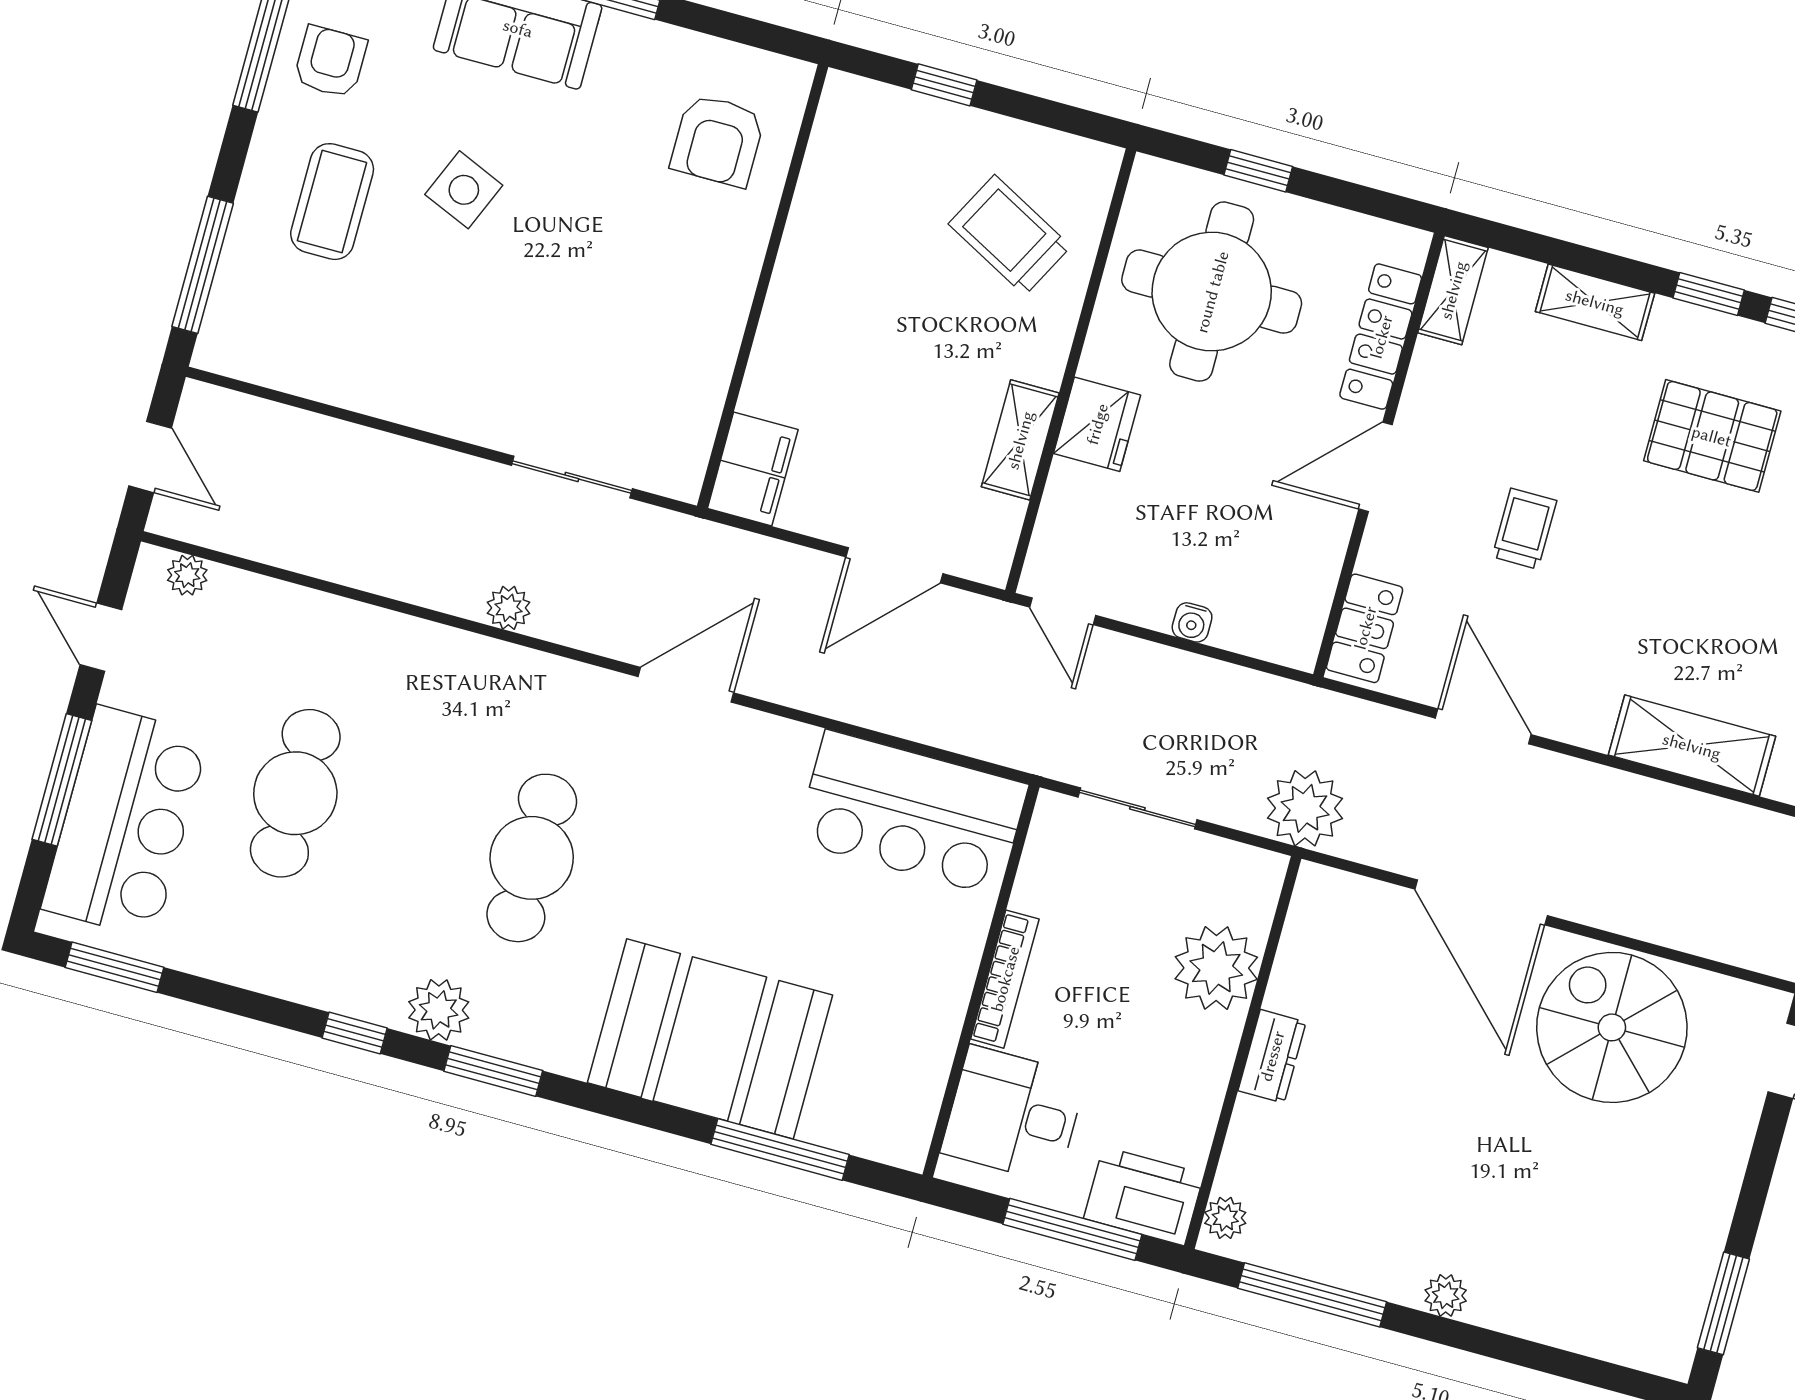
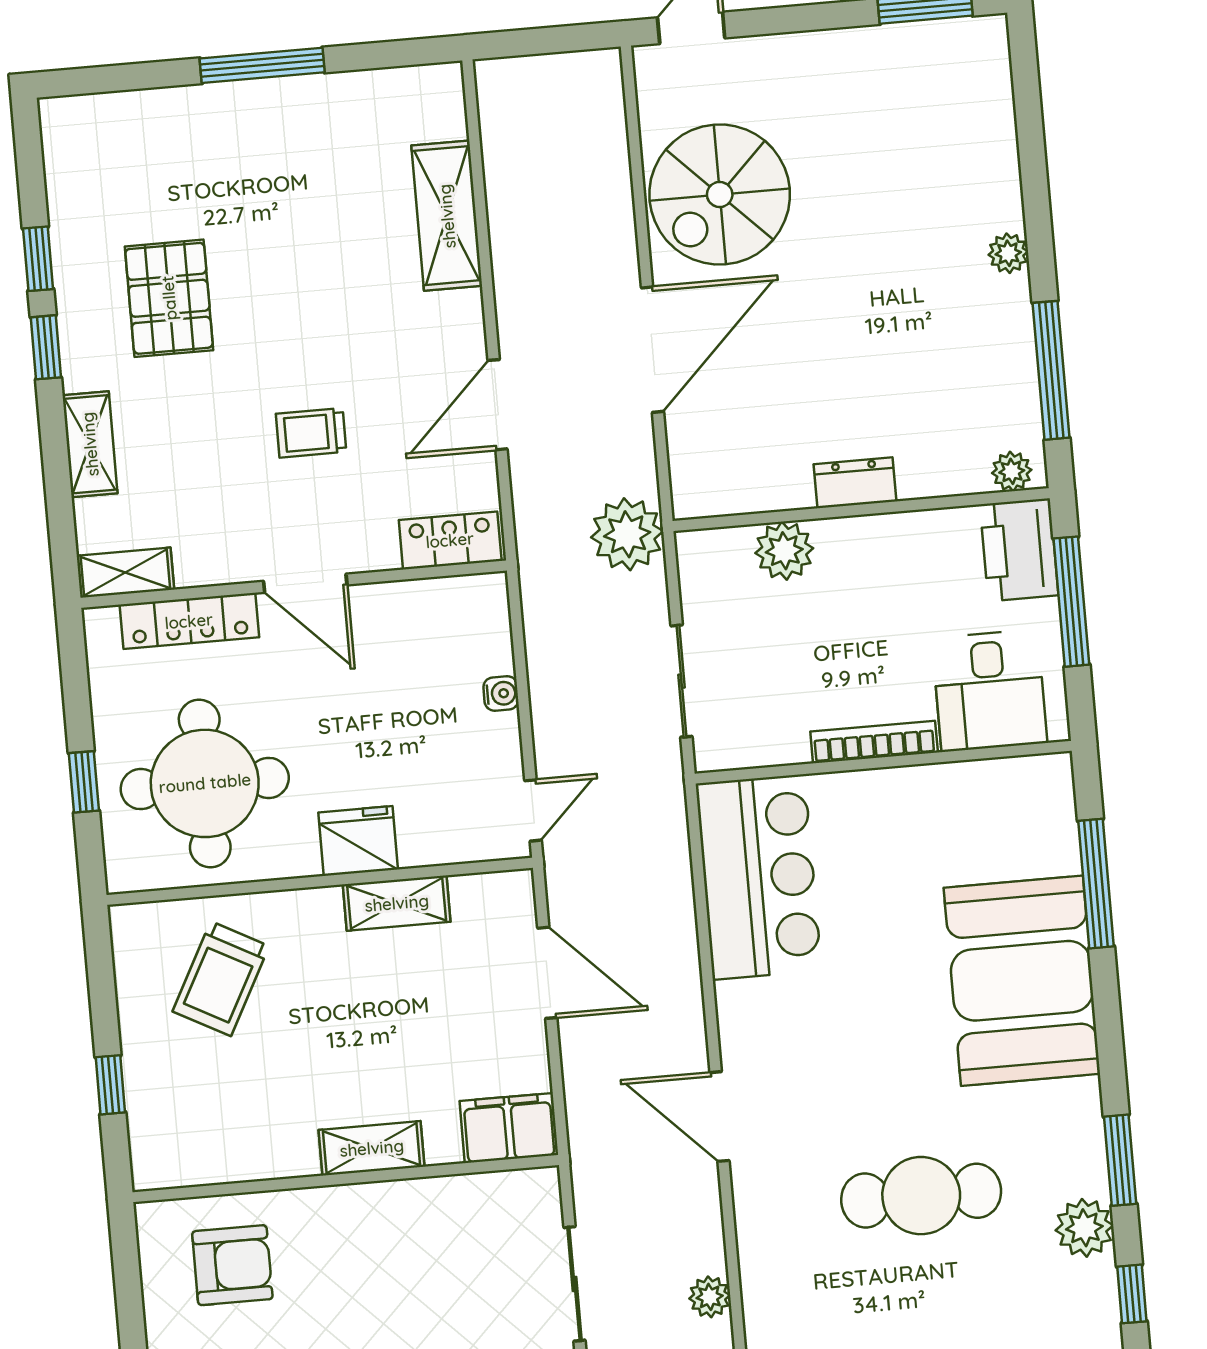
shelving: (783, 324) -> (372, 1148), added
plant: (1216, 968) -> (784, 551), width x0.73, depth x0.73

